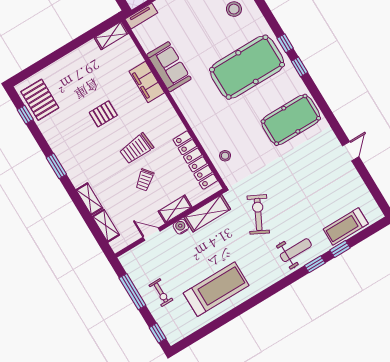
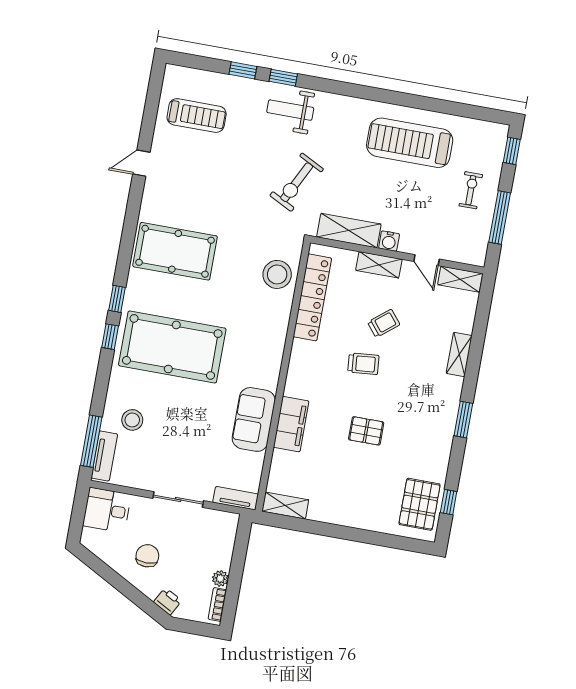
trolley: (136, 149) -> (363, 364), width x0.73, depth x0.72
stool: (225, 156) -> (277, 274), width x1.89, depth x1.89
shelving: (106, 226) -> (460, 279), moved, turned 90
treadmill: (346, 226) -> (197, 116), moved

